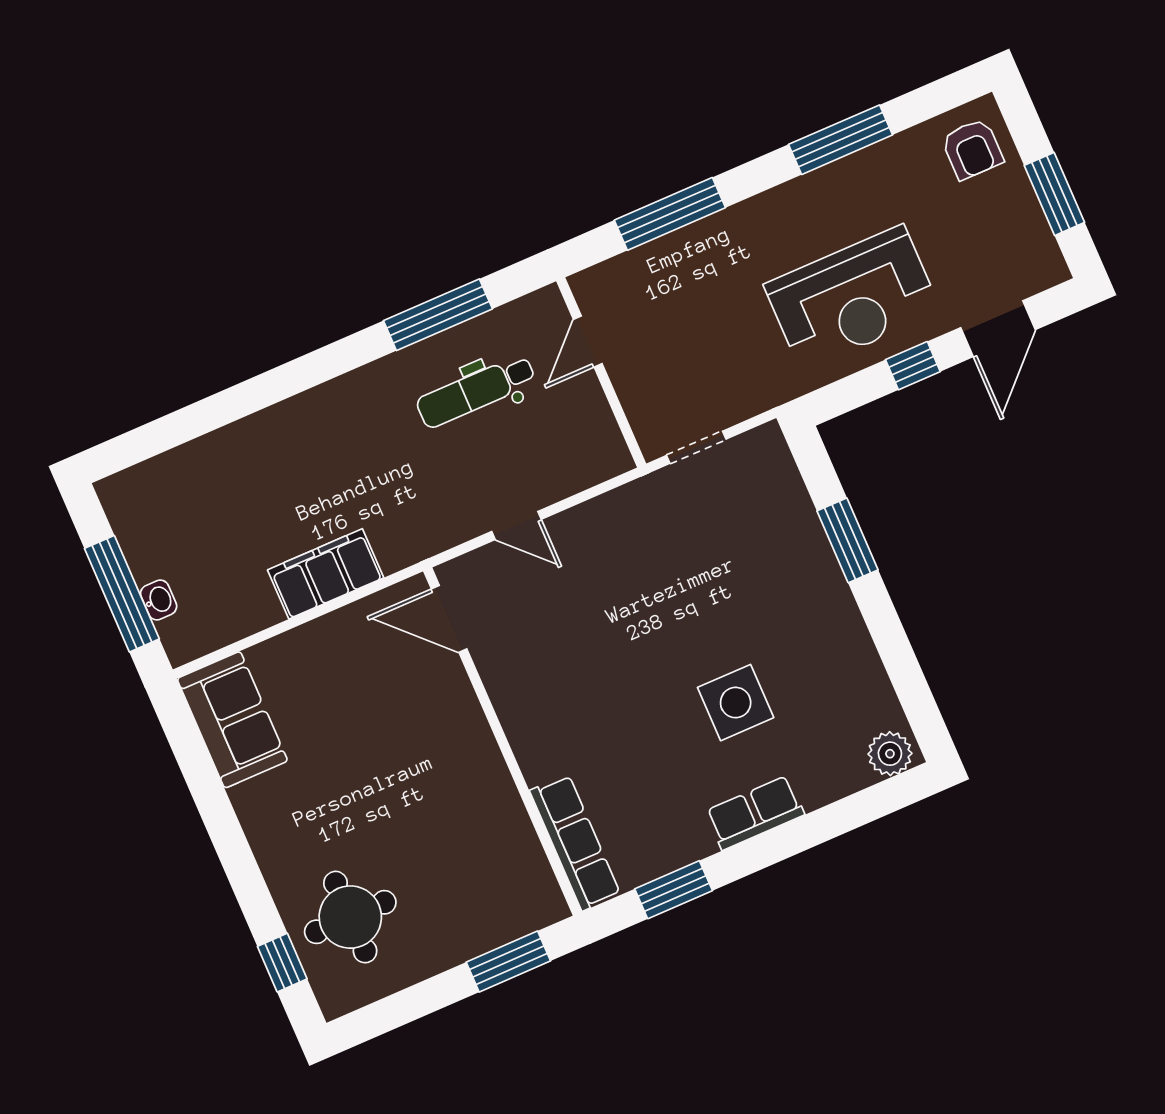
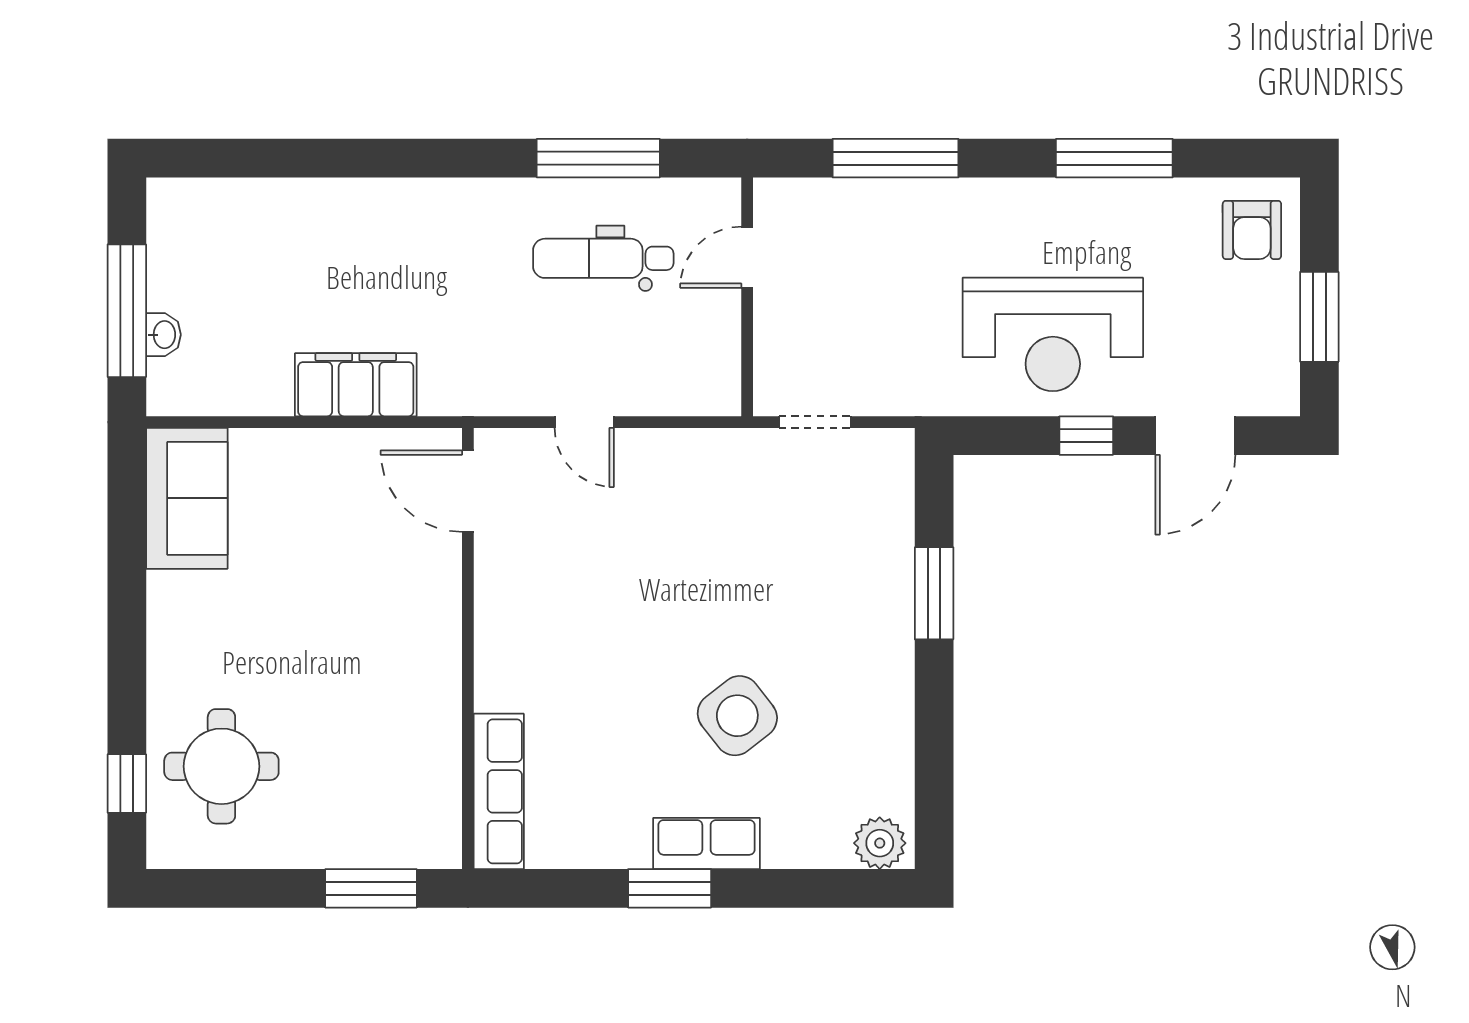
side table: (736, 703) -> (737, 716), turned -38
window: (674, 890) -> (670, 888), moved

